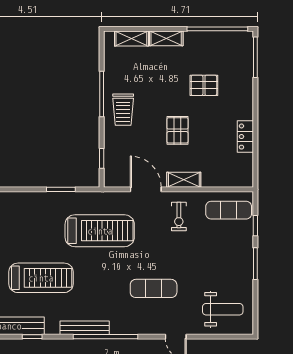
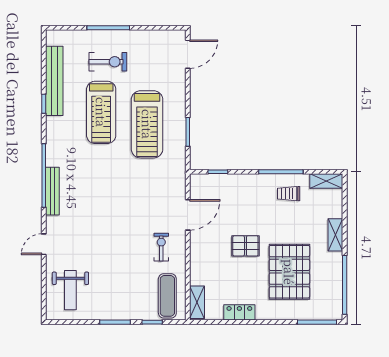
shelving: (131, 38) -> (326, 181), moved, turned 90
pallet: (204, 85) -> (289, 272), width x2.05, depth x2.00
trolley: (123, 110) -> (289, 194), moved, width x0.73, depth x0.72
shelving: (184, 180) -> (197, 302), moved
exercise bike: (179, 216) -> (161, 247), turned 90
treadmill: (100, 231) -> (147, 124), moved
exercise mat: (154, 288) -> (91, 222), removed
bench: (85, 328) -> (52, 191), moved

